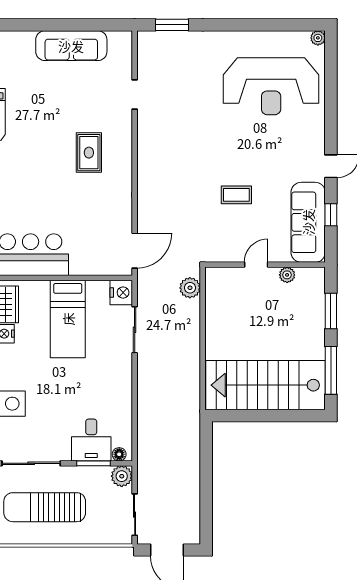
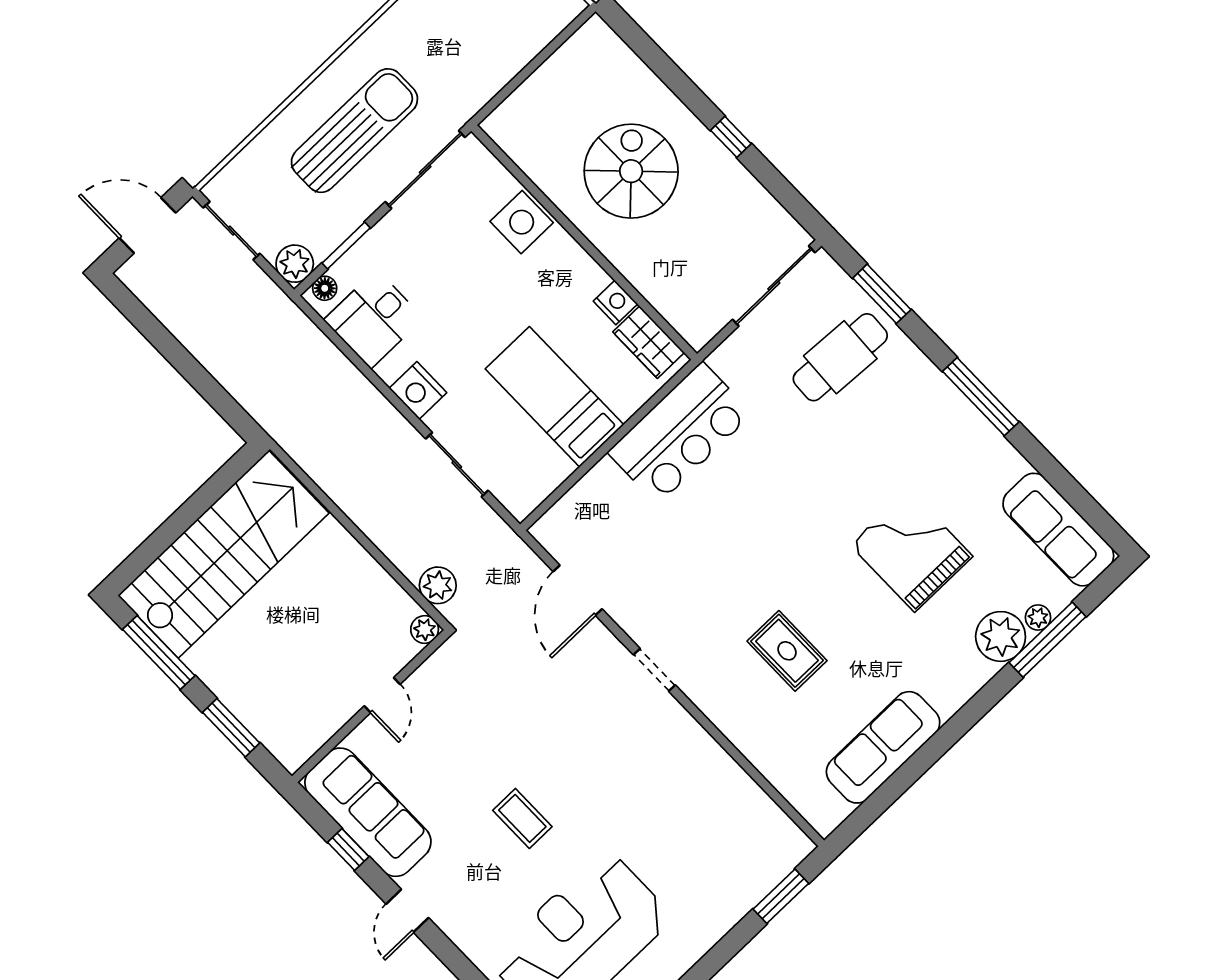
doorway: (135, 94) -> (654, 670), moved
rug: (89, 153) -> (787, 651), moved
coffee table: (236, 195) -> (522, 818), moved, turned 90
door: (135, 251) -> (578, 590), moved
plant: (287, 275) -> (425, 630), moved
nightstand: (121, 293) -> (418, 390), moved
desk: (91, 440) -> (374, 319), moved, turned -90

